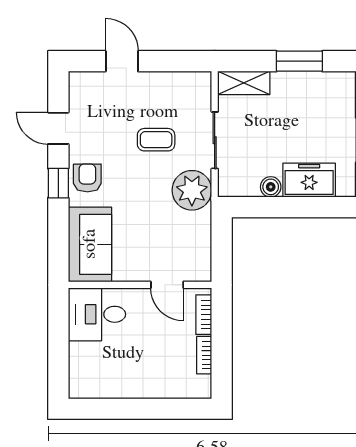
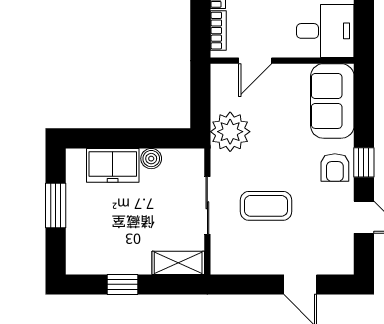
window: (299, 61) -> (122, 284), width x0.67
coffee table: (156, 140) -> (266, 206), width x1.36, depth x1.30
plant: (192, 190) -> (230, 132), moved
door: (167, 285) -> (255, 61), swing flipped

